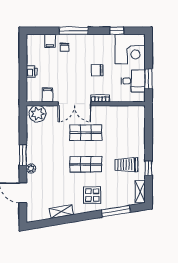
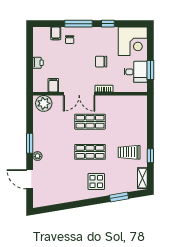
window: (117, 31) -> (108, 24), moved
window: (116, 211) -> (119, 197), width x0.69
shelving: (61, 212) -> (67, 197), removed

